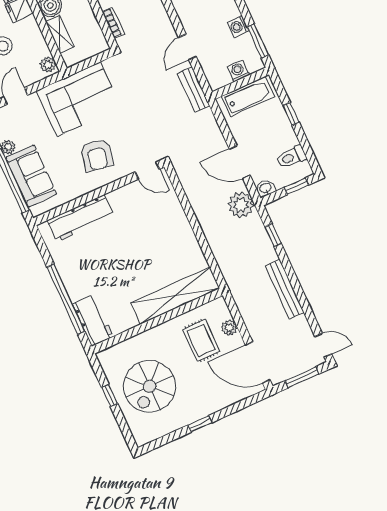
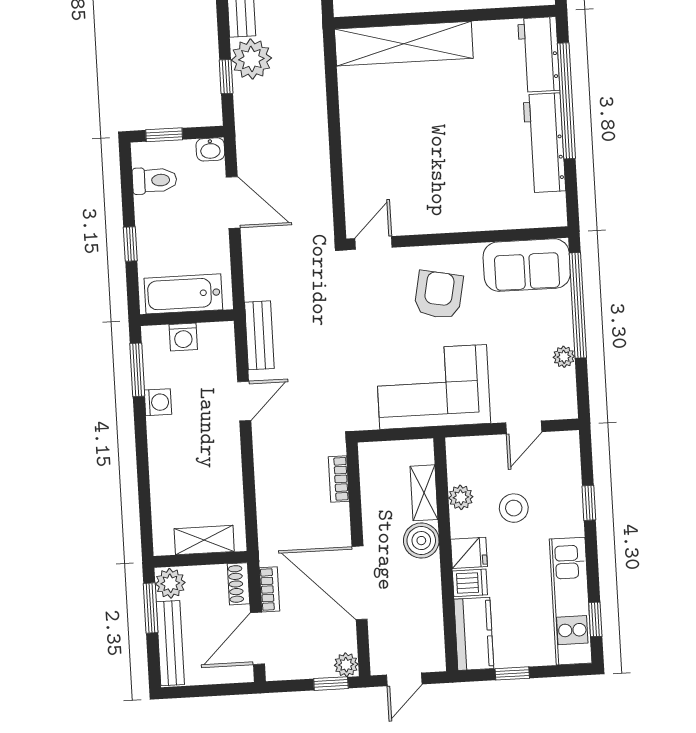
plant: (48, 65) -> (461, 497), moved
door: (147, 171) -> (373, 243), hinge flipped
sofa: (31, 176) -> (527, 265), moved, turned -90
plant: (241, 205) -> (251, 59), moved
workbench: (80, 218) -> (544, 143), moved, turned -90

